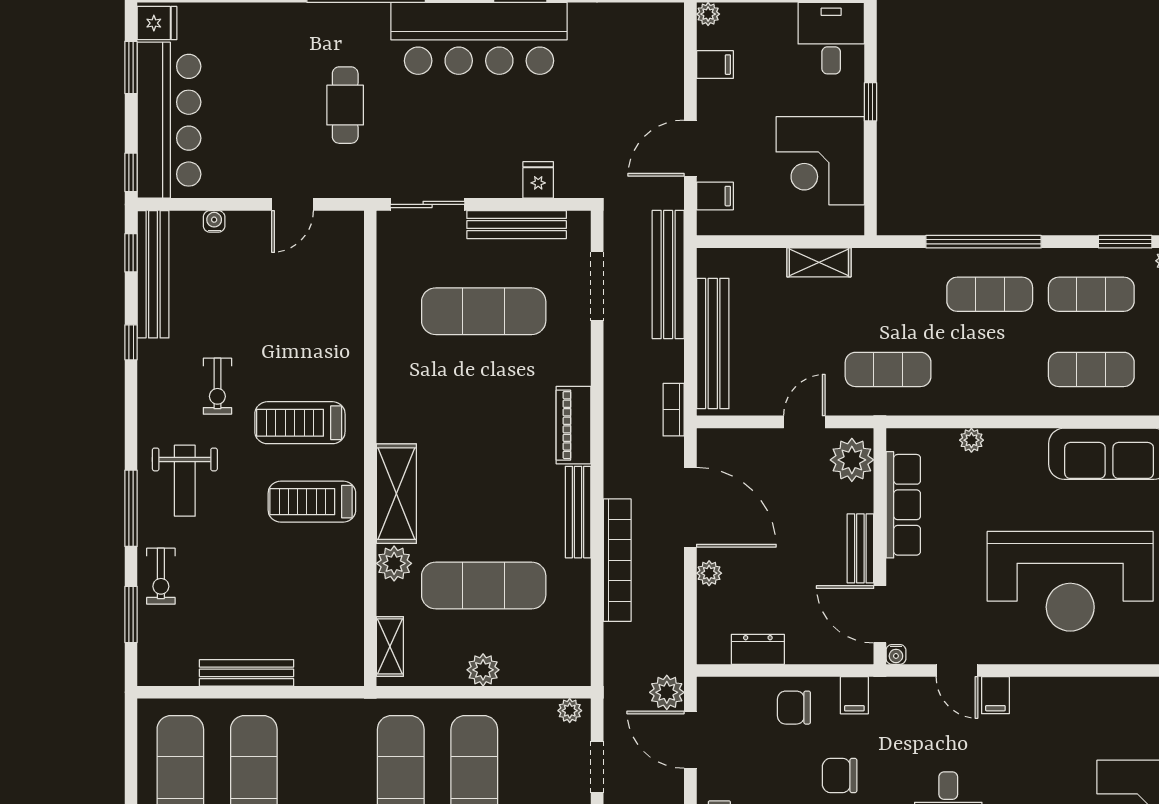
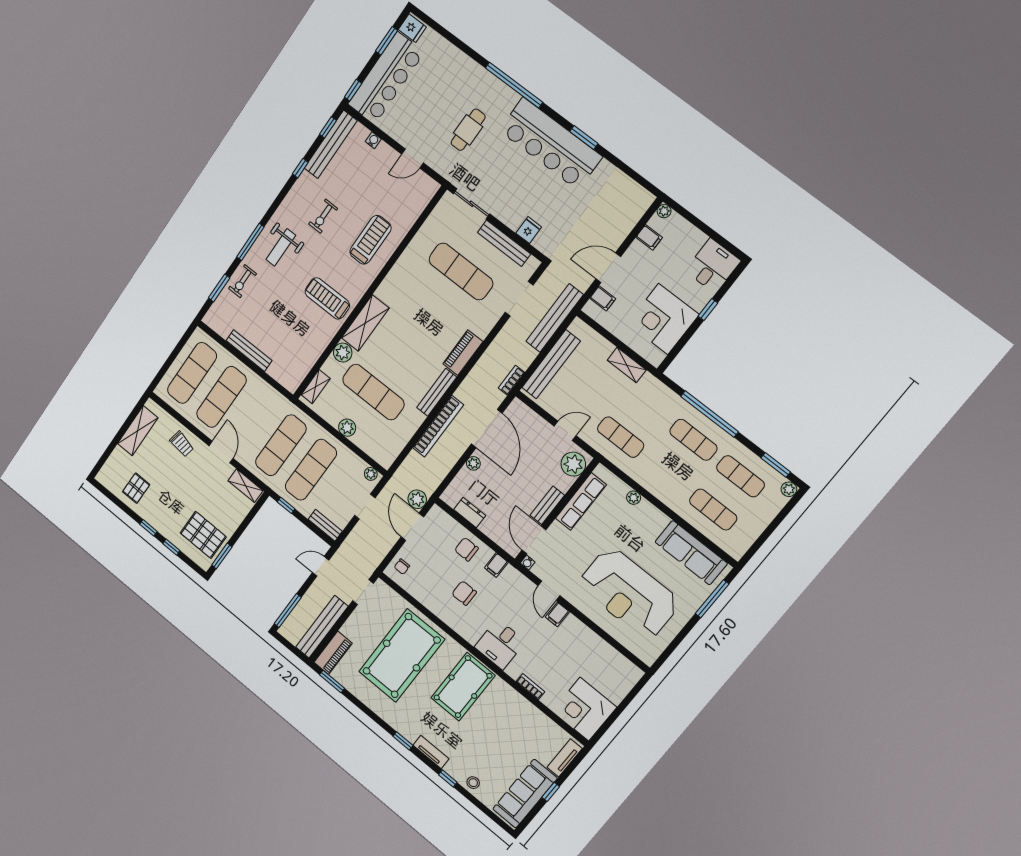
treadmill: (300, 423) -> (370, 240), moved, turned 90

